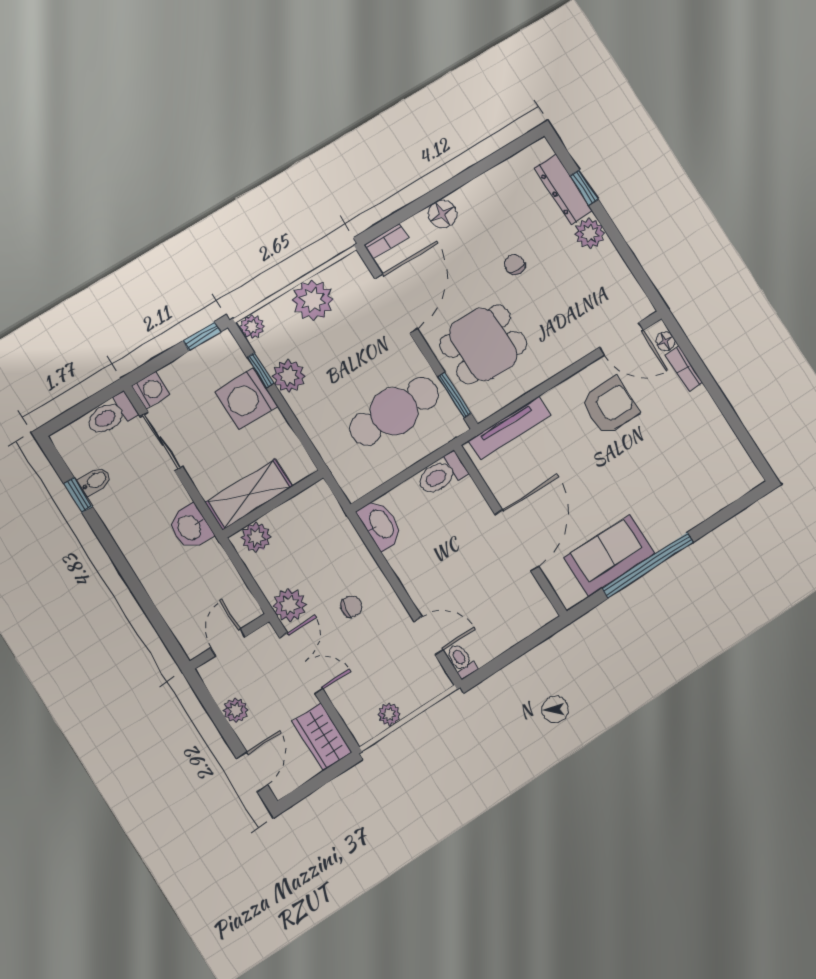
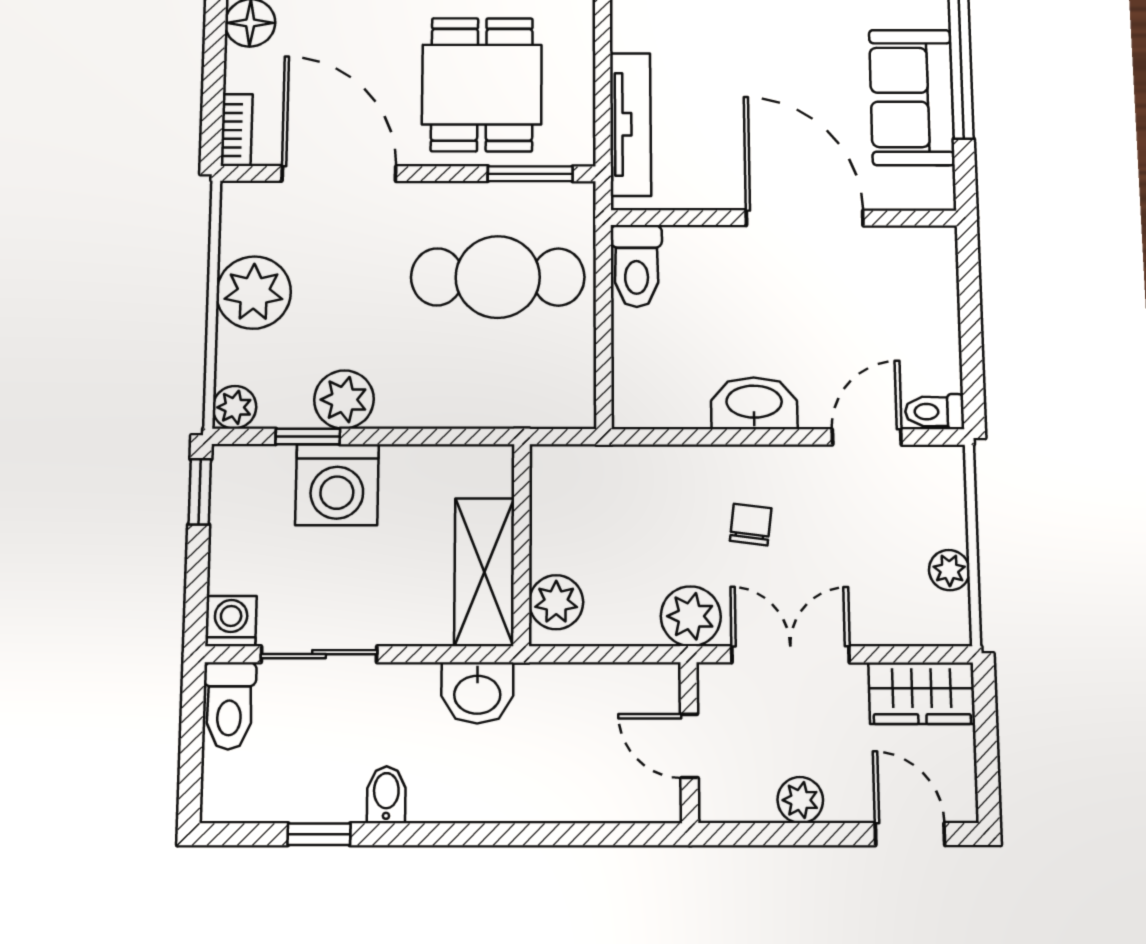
cafe table: (394, 411) -> (498, 277), turned 90
bidet: (95, 481) -> (386, 795), moved
washbasin: (381, 524) -> (754, 403), moved

